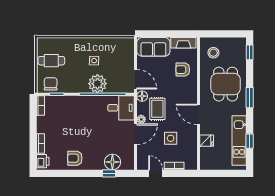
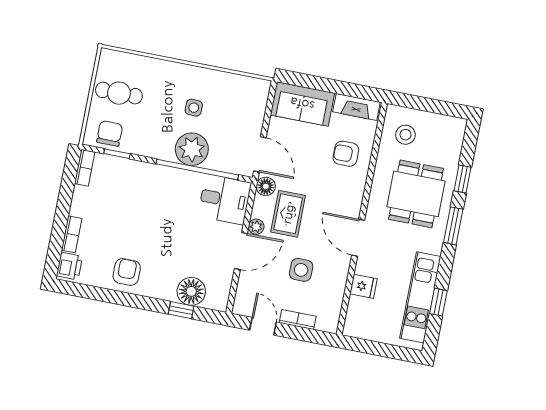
window: (250, 52) -> (463, 179), moved
armchair: (75, 158) -> (127, 272), turned 90

